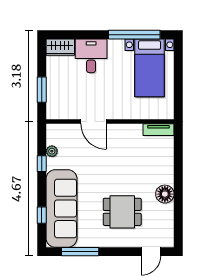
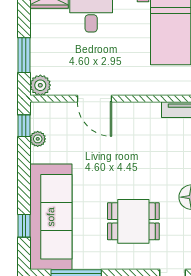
plant: (54, 112) -> (40, 85), added
window: (42, 164) -> (24, 126), moved

